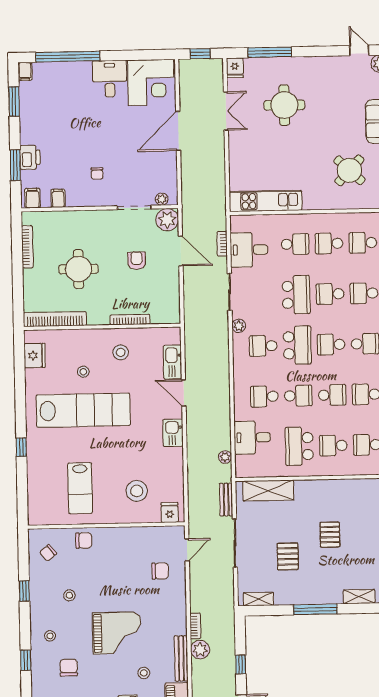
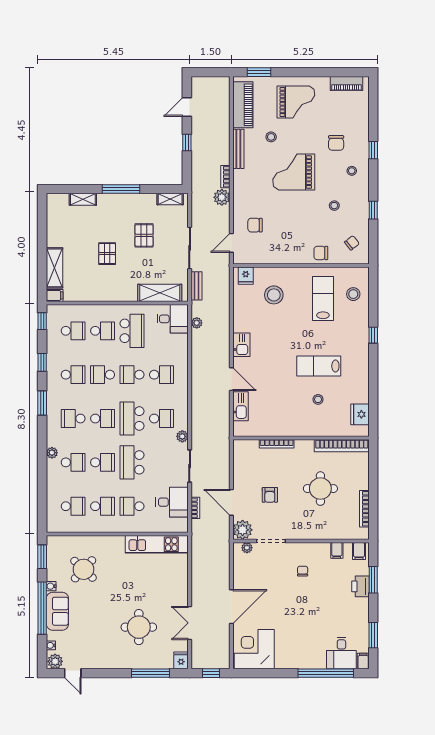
desk: (110, 79) -> (341, 653), moved
stool: (121, 352) -> (353, 294), moved
lab bench: (83, 410) -> (319, 366), width x0.54, depth x0.72
desk: (252, 438) -> (173, 319), moved
plant: (200, 650) -> (222, 197), moved

